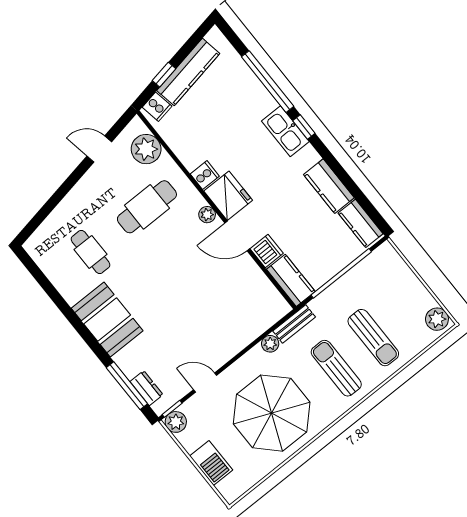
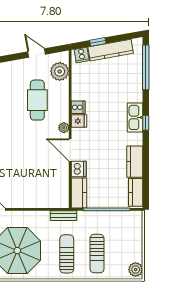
window: (268, 82) -> (146, 67), moved
fridge: (228, 196) -> (79, 121), width x0.53, depth x0.75
cafe table: (147, 207) -> (37, 100), turned 90
plant: (270, 344) -> (44, 216), removed

